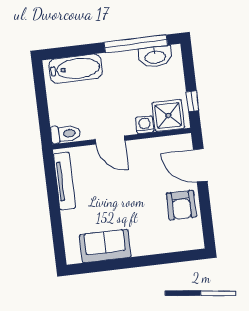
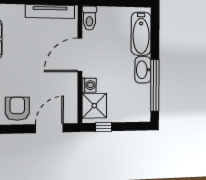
washbasin: (155, 57) -> (143, 70), moved
door: (110, 140) -> (80, 55), width x1.36
armchair: (181, 205) -> (17, 109), turned 90

